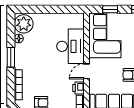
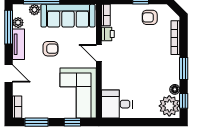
window: (11, 28) -> (184, 101), added
desk: (71, 46) -> (117, 104), moved, width x0.73
door: (87, 71) -> (99, 53), swing flipped

